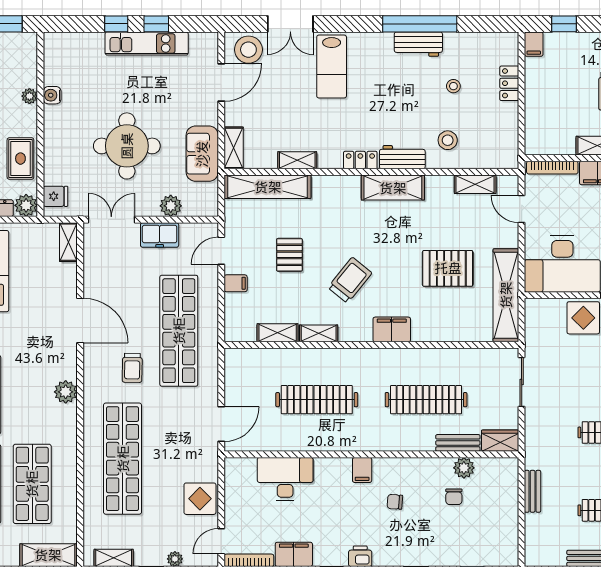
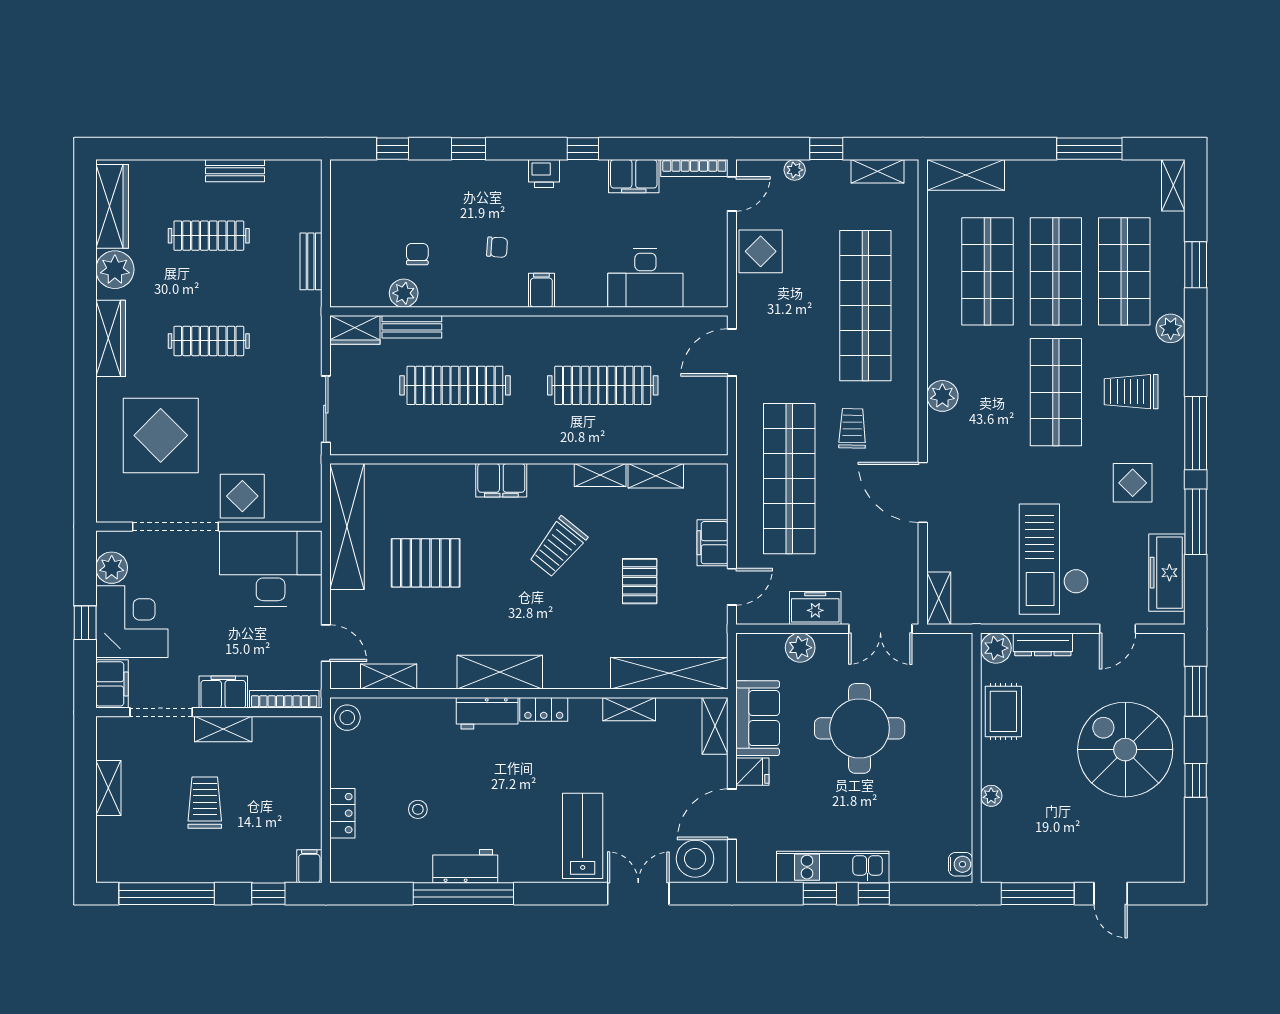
water cooler: (52, 95) -> (961, 864), moved
stool: (448, 140) -> (347, 718), moved
fridge: (55, 196) -> (752, 772), moved, turned 180
filing cabinet: (236, 283) -> (712, 543), width x2.00

